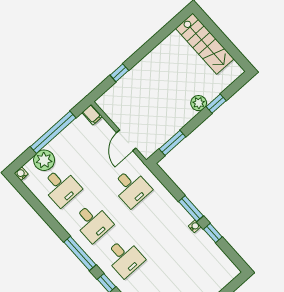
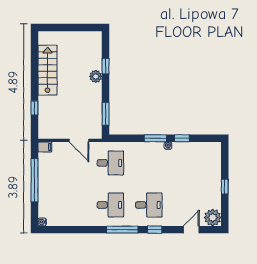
stairs: (205, 44) -> (48, 70), moved, turned -90
plant: (44, 160) -> (46, 201), removed
desk: (61, 187) -> (72, 205), removed

